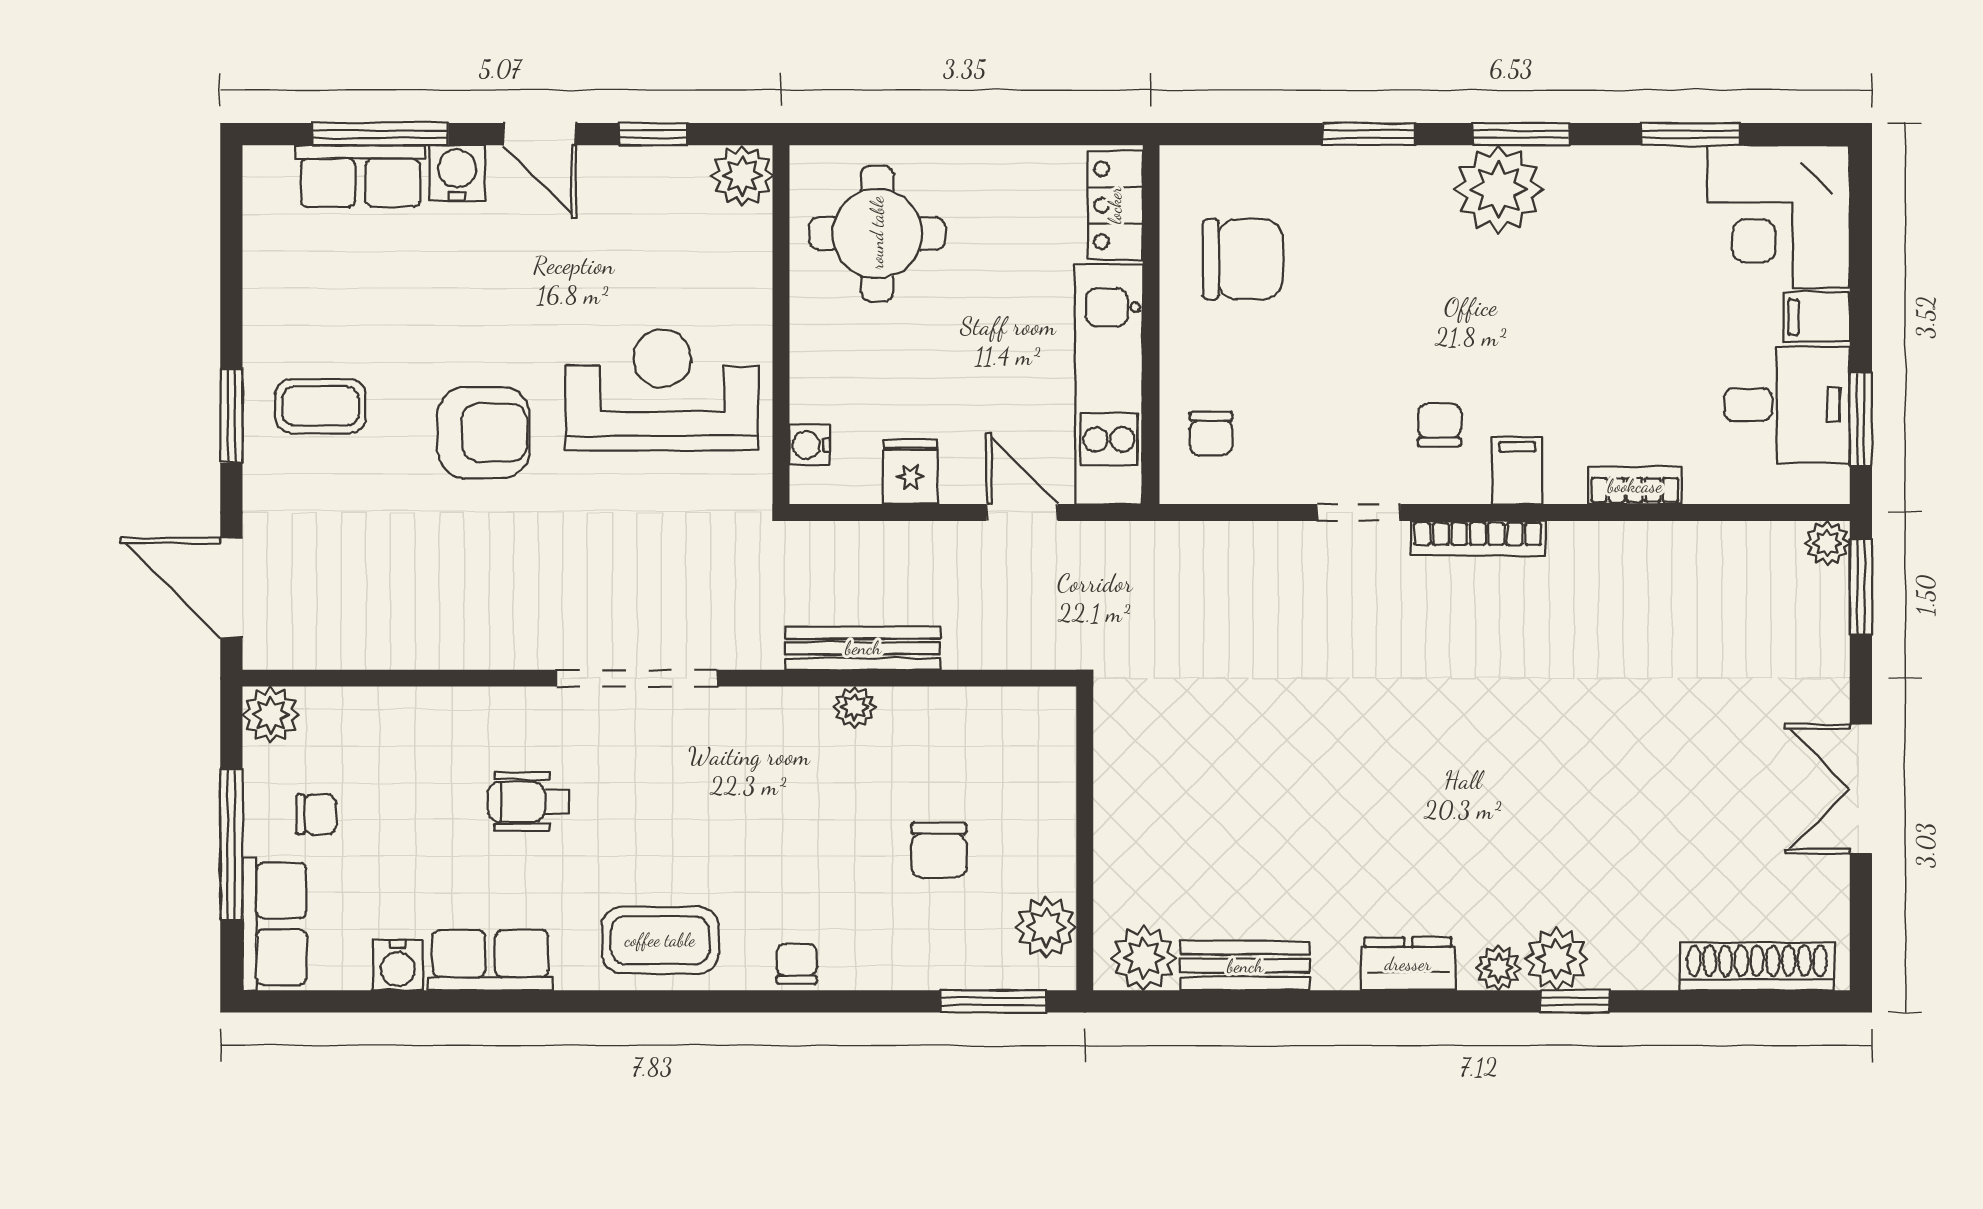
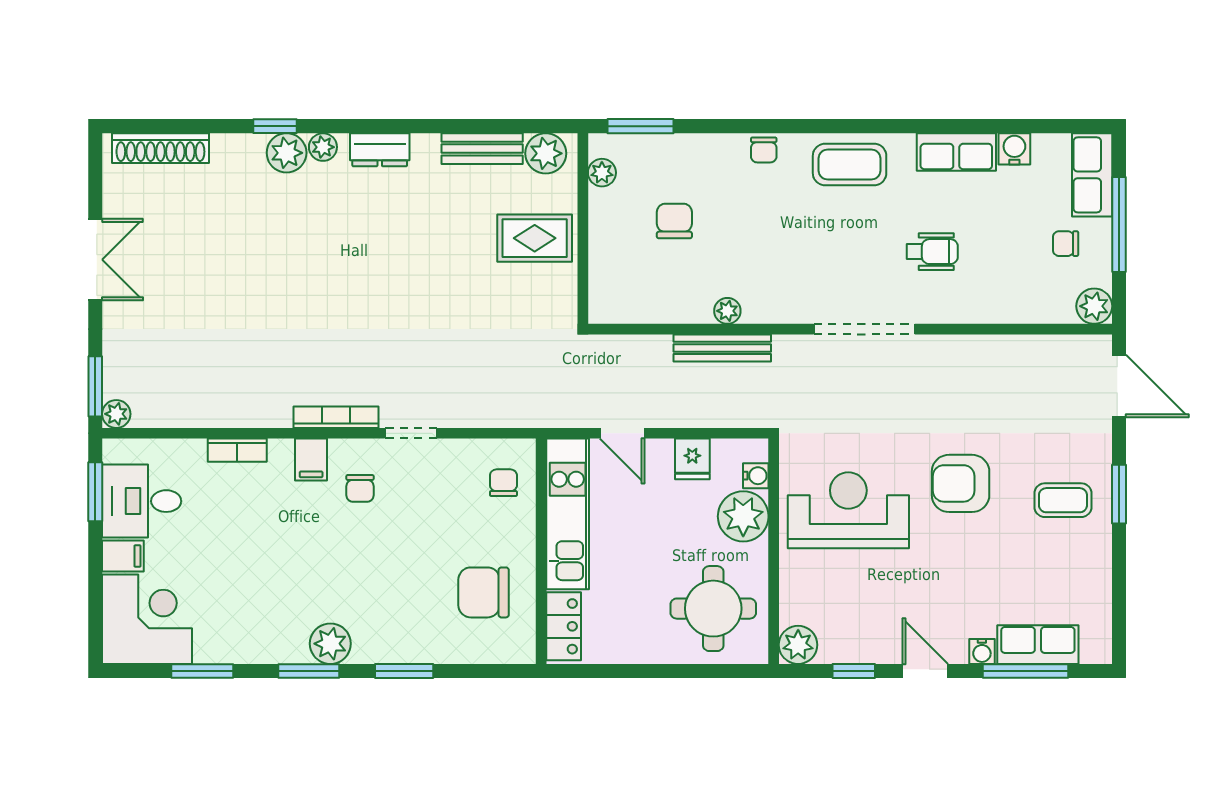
water cooler: (457, 173) -> (982, 651), width x0.72, depth x0.72
plant: (1498, 189) -> (330, 644), width x0.73, depth x0.73
plant: (829, 380) -> (743, 516), added
reception desk: (662, 390) -> (848, 510), turned 180
rug: (1161, 823) -> (535, 238), added
plant: (1046, 927) -> (602, 173), width x0.73, depth x0.73

